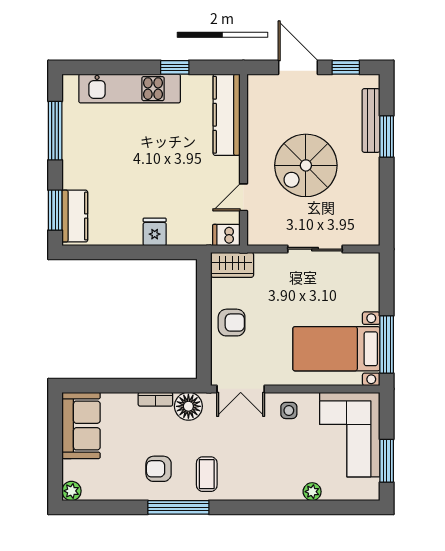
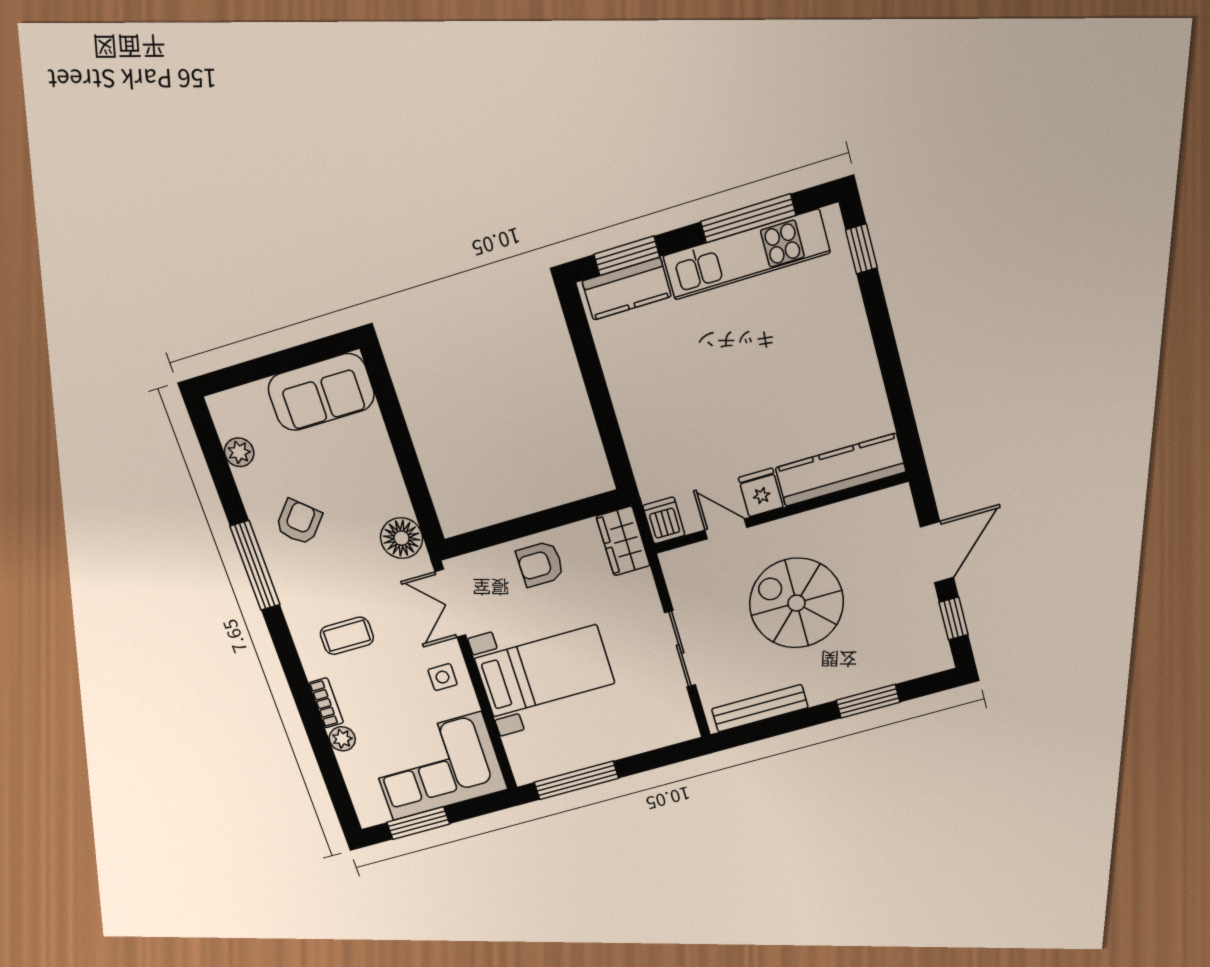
window: (175, 67) -> (861, 249), moved
kitchen unit: (130, 89) -> (746, 255), moved, turned -90
bench: (371, 120) -> (760, 708), moved
fridge: (155, 232) -> (761, 492), moved, turned -90
armchair: (232, 323) -> (540, 564), turned 90
bed with nightstands: (336, 349) -> (545, 671), moved, turned 90
bookcase: (155, 399) -> (326, 703), moved, turned 180
armchair: (159, 469) -> (299, 522), turned 41
coffee table: (207, 474) -> (347, 636), moved
plant: (71, 491) -> (239, 452), moved

